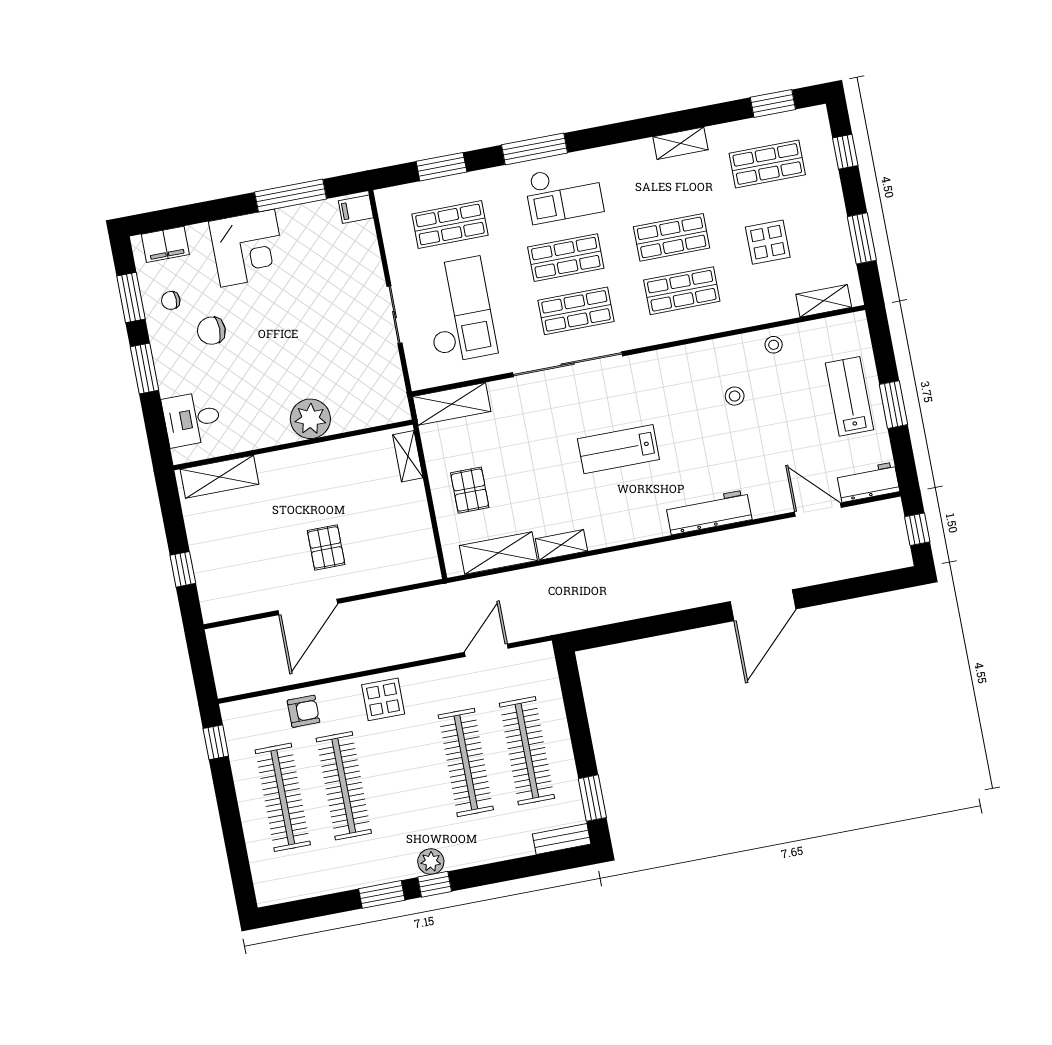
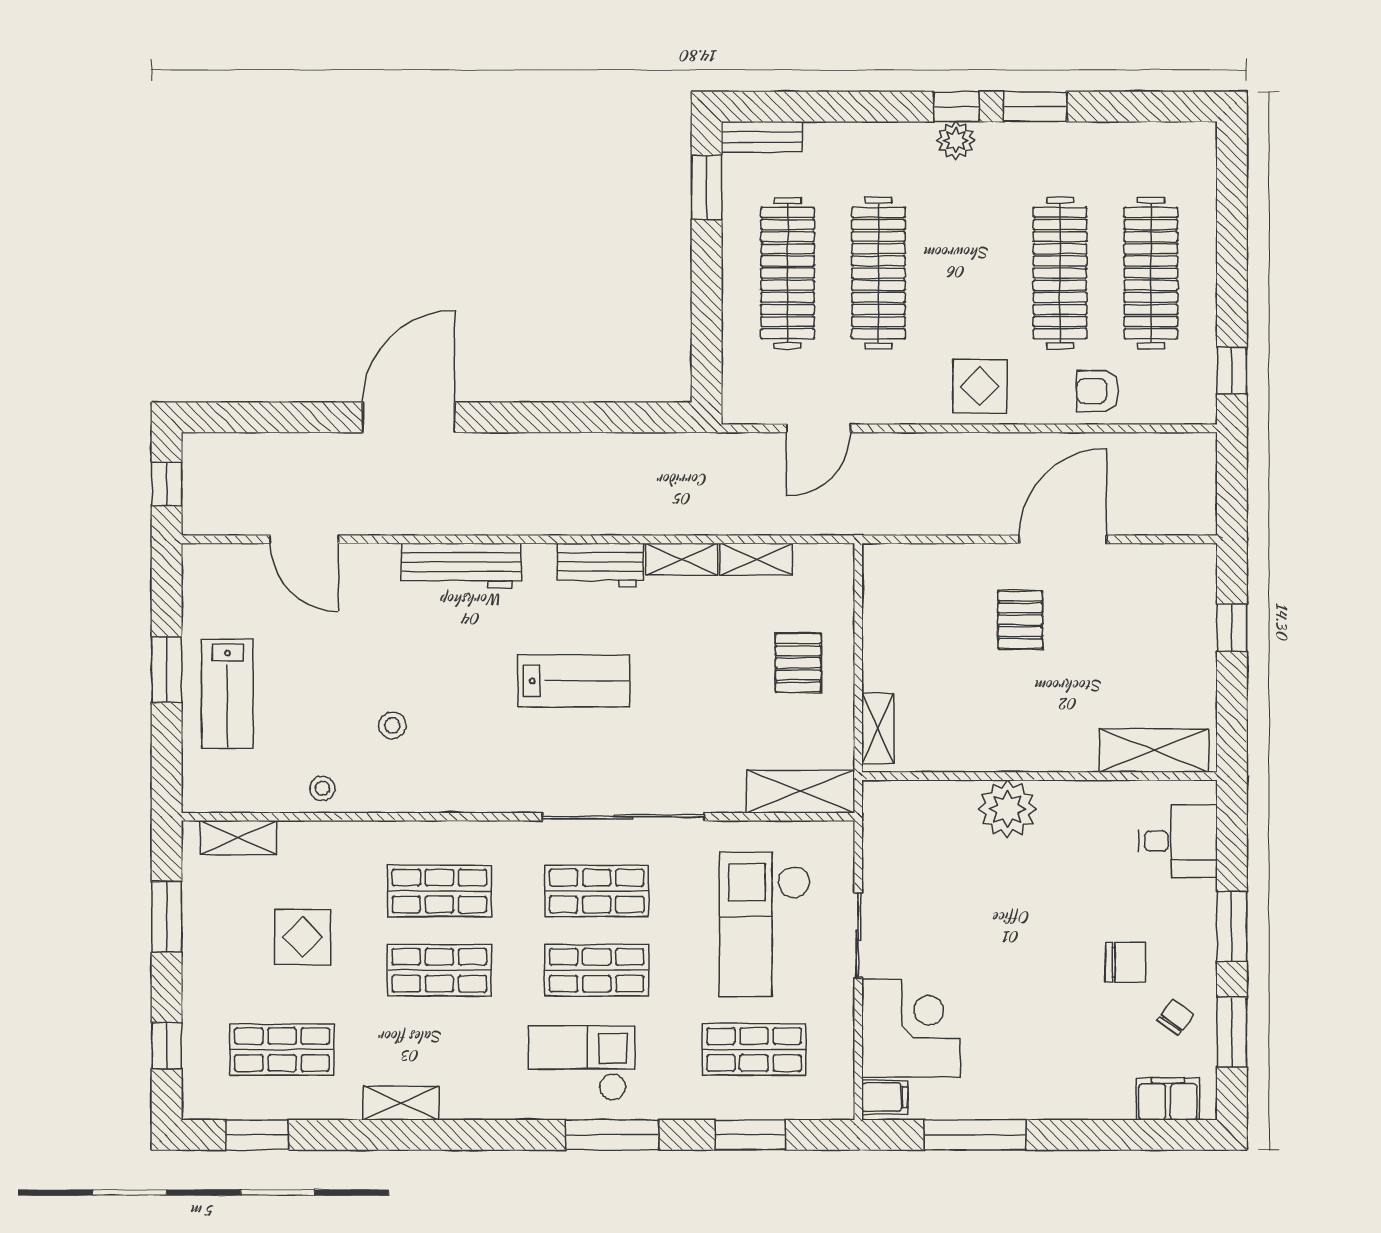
corner desk: (248, 248) -> (911, 1028), moved, turned 90
chair: (171, 300) -> (1176, 1017), turned -54
workbench: (868, 482) -> (600, 565), moved
shelving: (498, 553) -> (756, 559), width x0.67, depth x0.75

